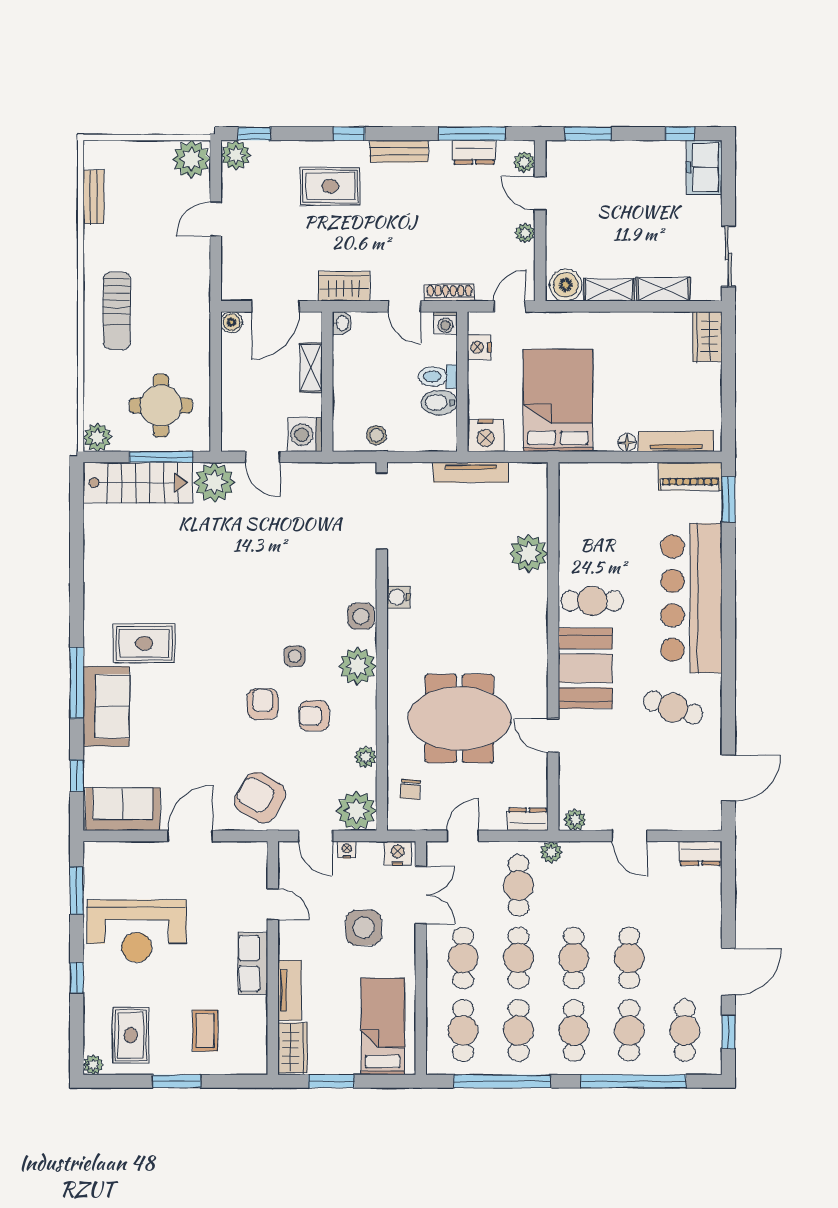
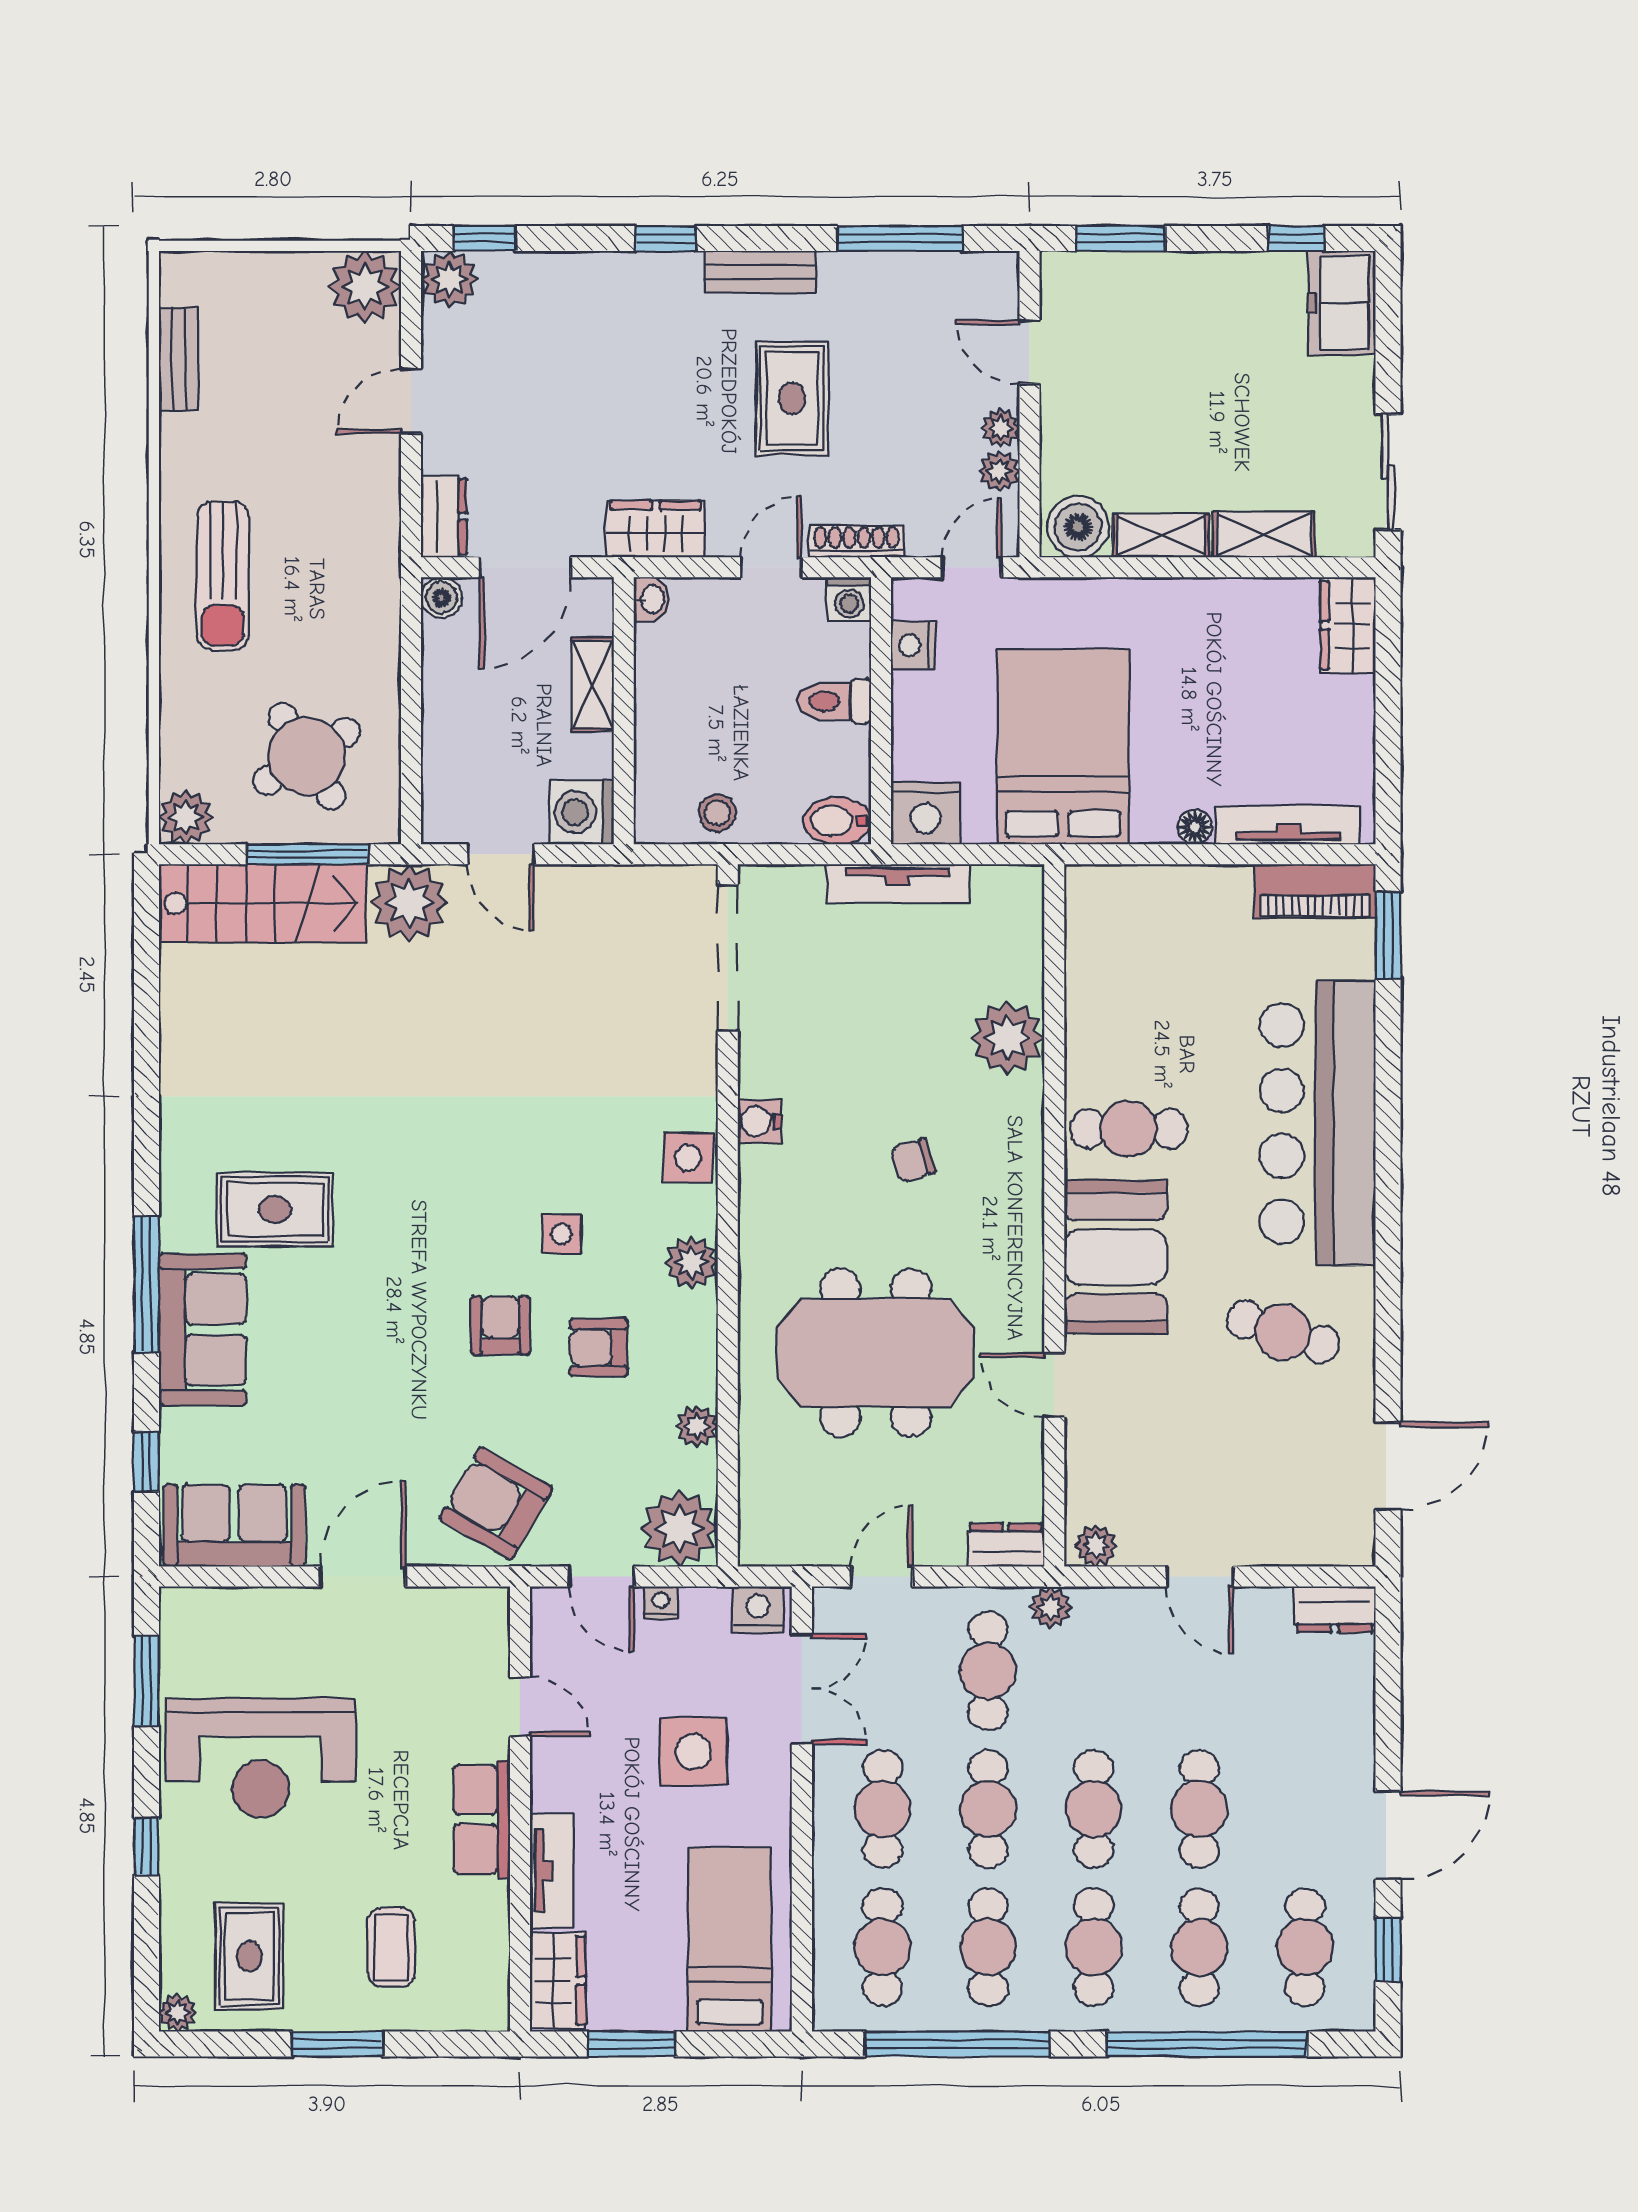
dresser: (474, 152) -> (444, 517), moved, turned -90
plant: (524, 162) -> (999, 471), moved
rug: (330, 186) -> (792, 398), moved, turned 90
door: (405, 306) -> (771, 567), swing flipped
bidet: (439, 403) -> (837, 821), moved
round table: (161, 406) -> (307, 756), turned -32
plant: (358, 666) -> (691, 1262), width x0.73, depth x0.73
chair: (410, 789) -> (913, 1160), moved, turned 67

